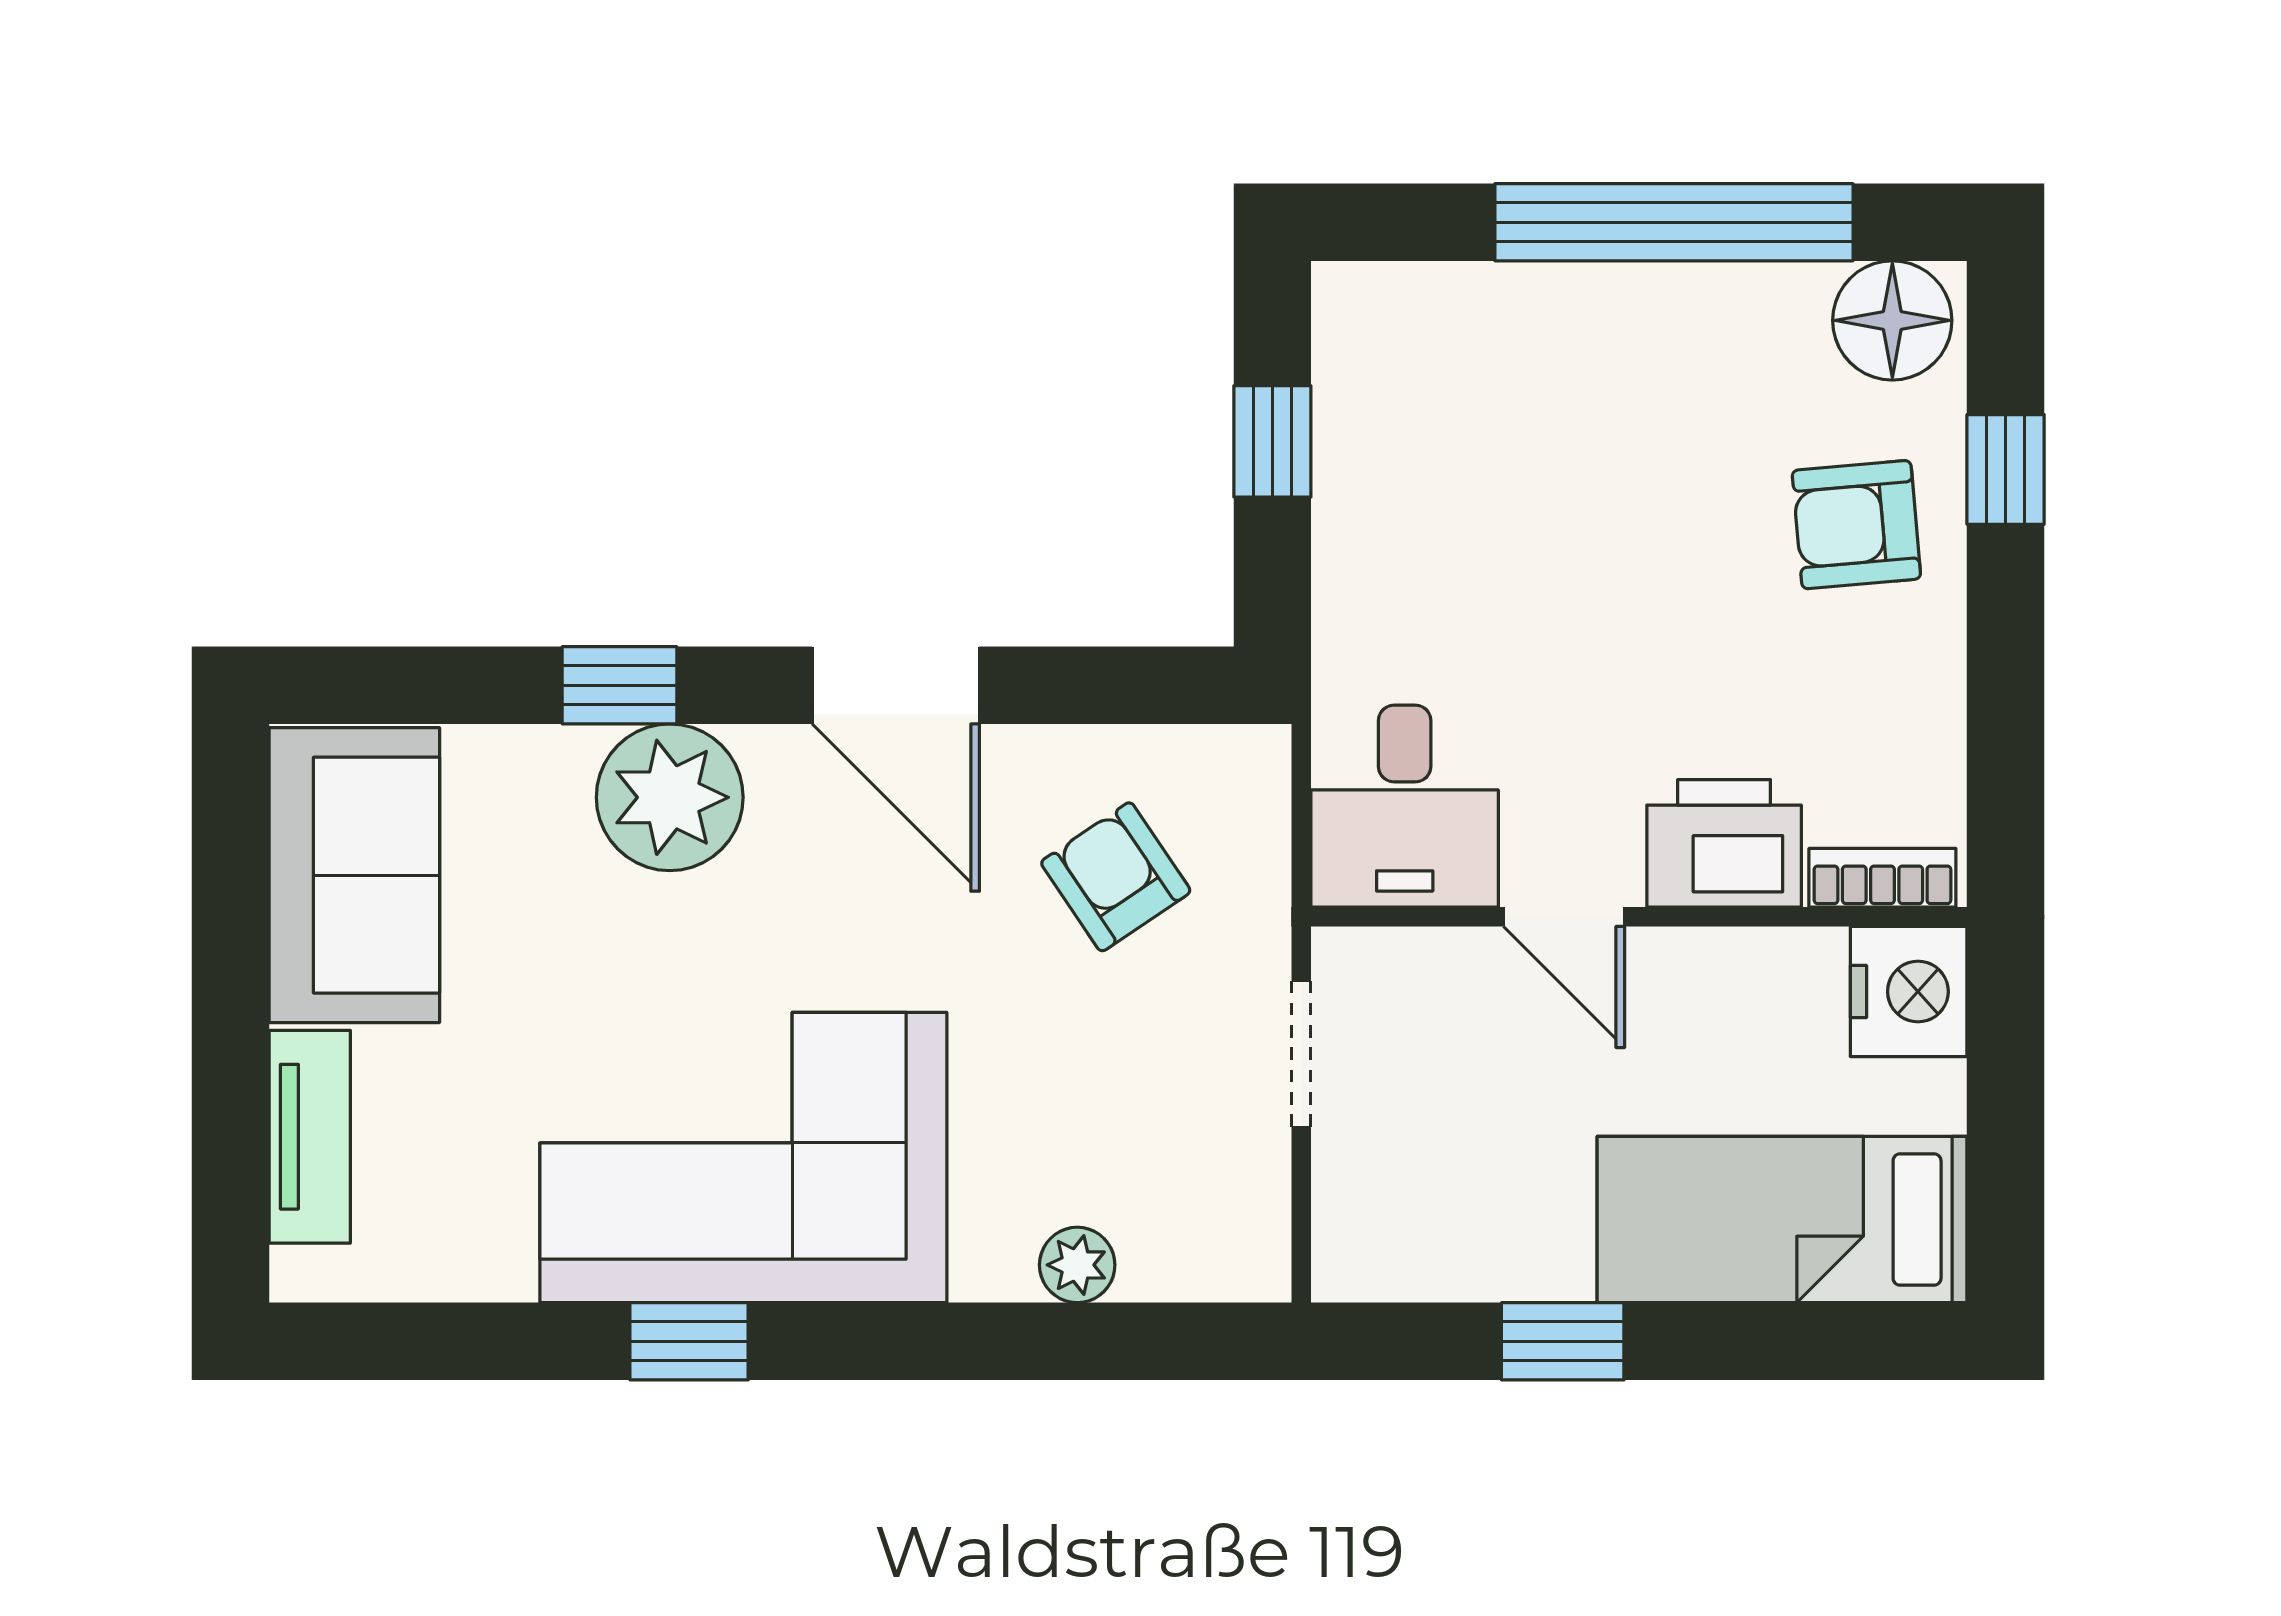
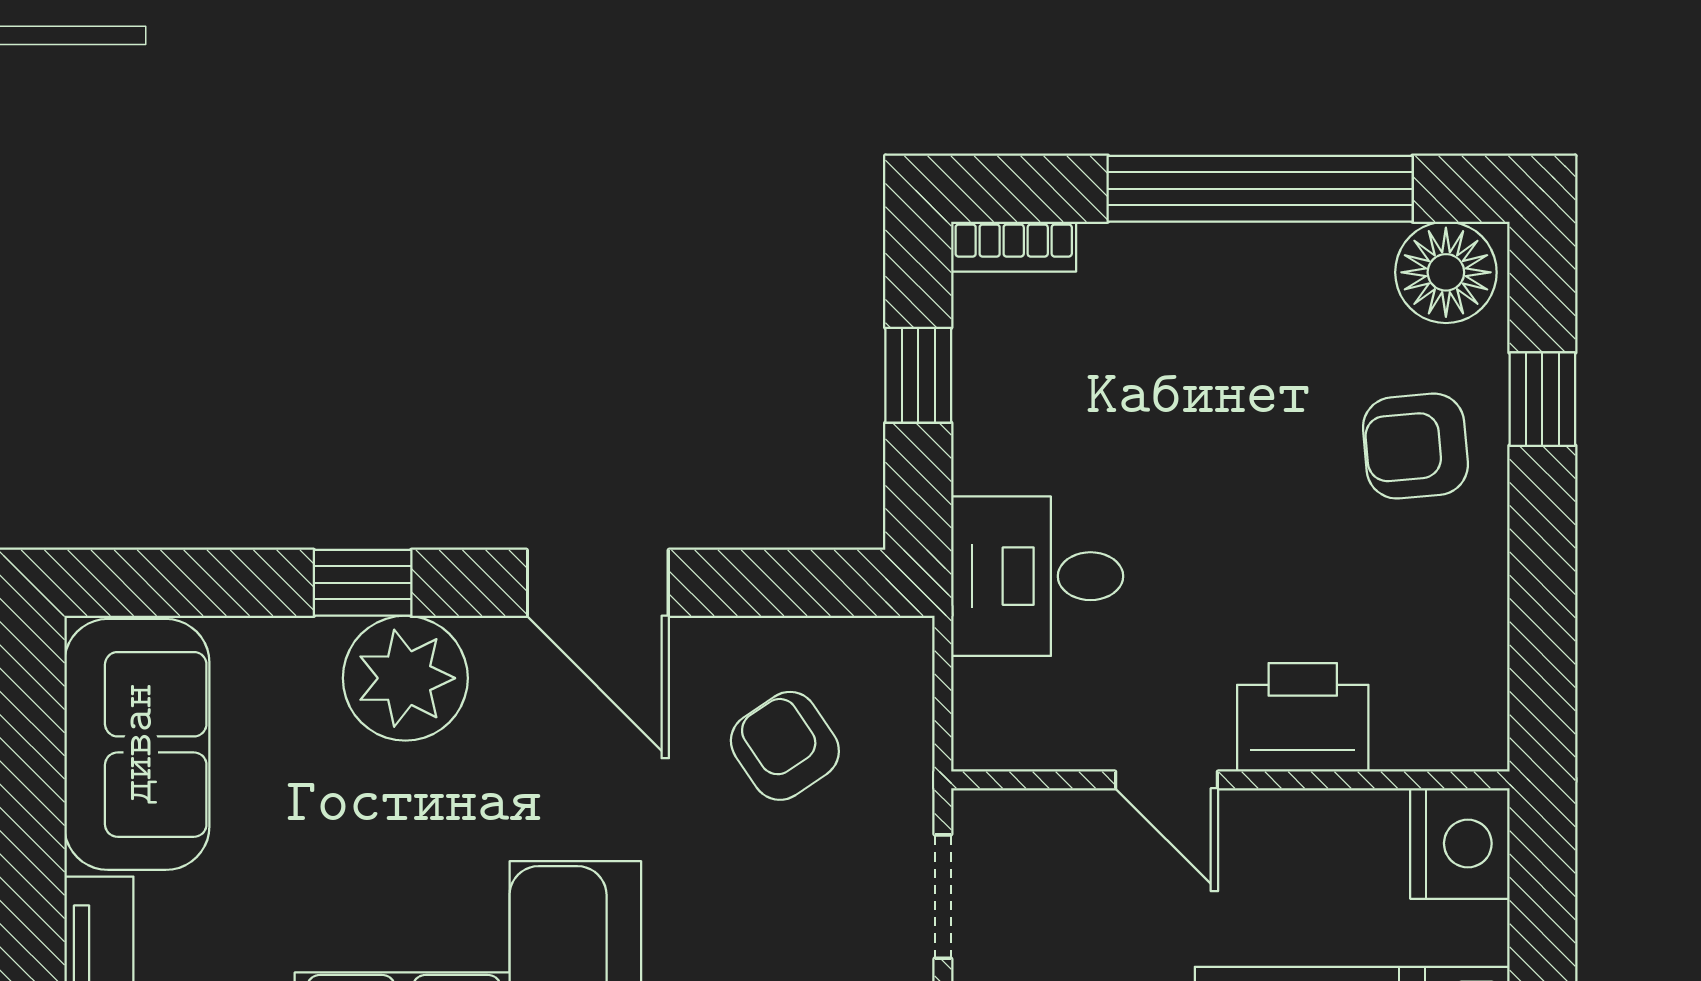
desk: (1405, 806) -> (1037, 576), moved, turned 90
bookcase: (1882, 878) -> (1014, 247), moved, turned 180

